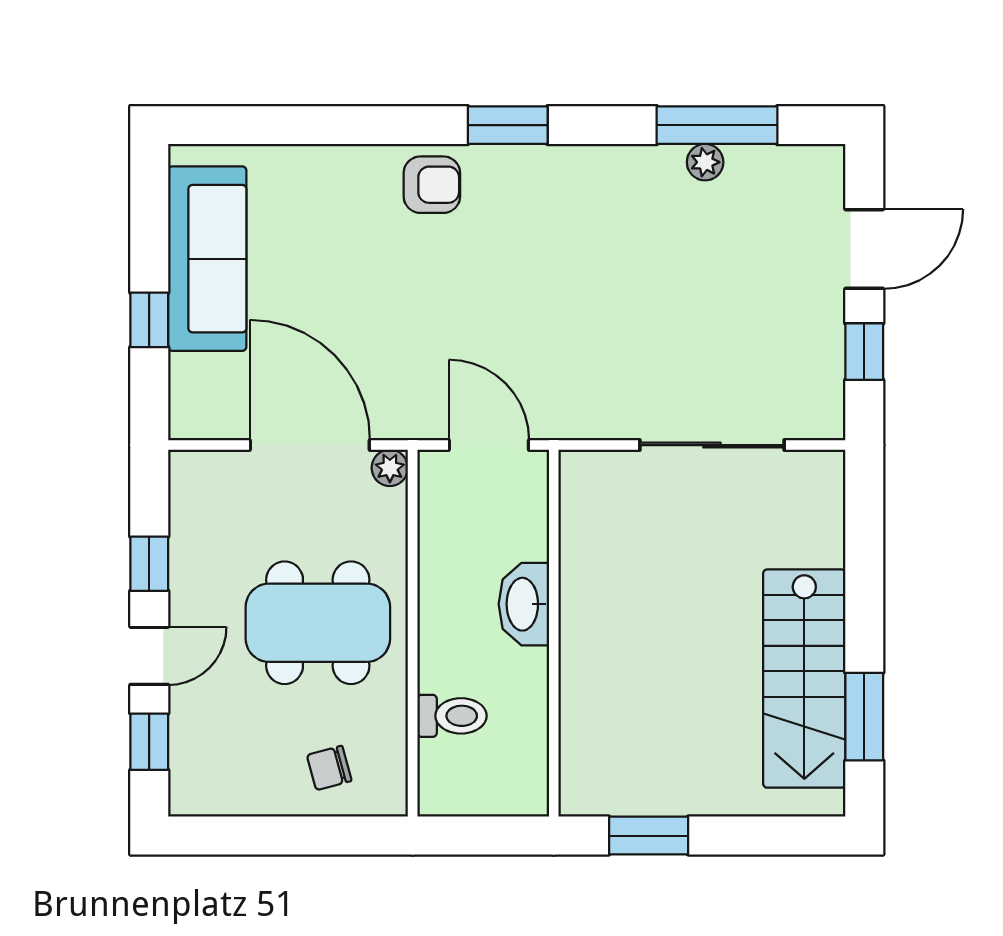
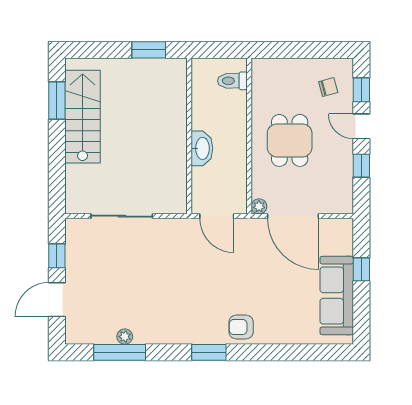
dining table: (318, 623) -> (290, 140), width x0.73
door: (149, 656) -> (361, 126), hinge flipped
toilet: (452, 716) -> (232, 81), moved
chair: (329, 768) -> (328, 87), moved

